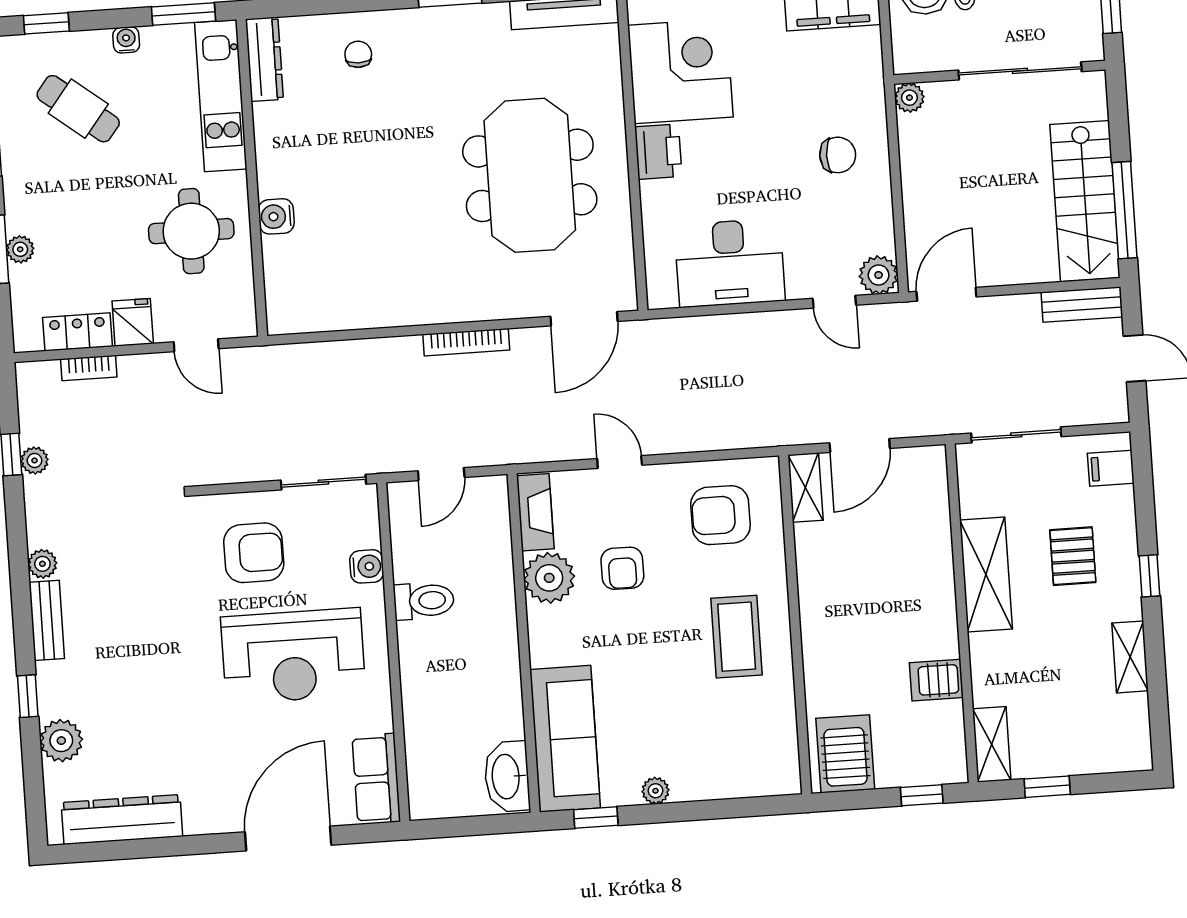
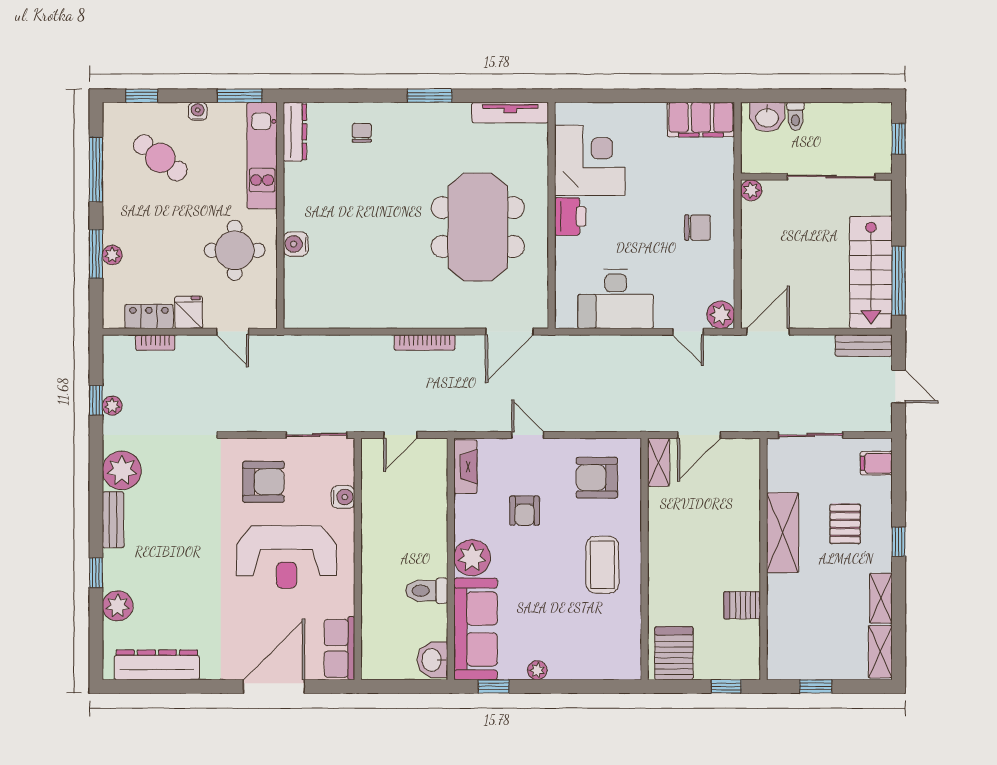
plant: (42, 564) -> (122, 470), width x1.87, depth x1.87
plant: (549, 578) -> (472, 558), moved
toilet: (424, 601) -> (427, 591), moved, turned 180
shelving: (992, 744) -> (880, 652), moved
washbasin: (507, 777) -> (432, 660), width x0.72

